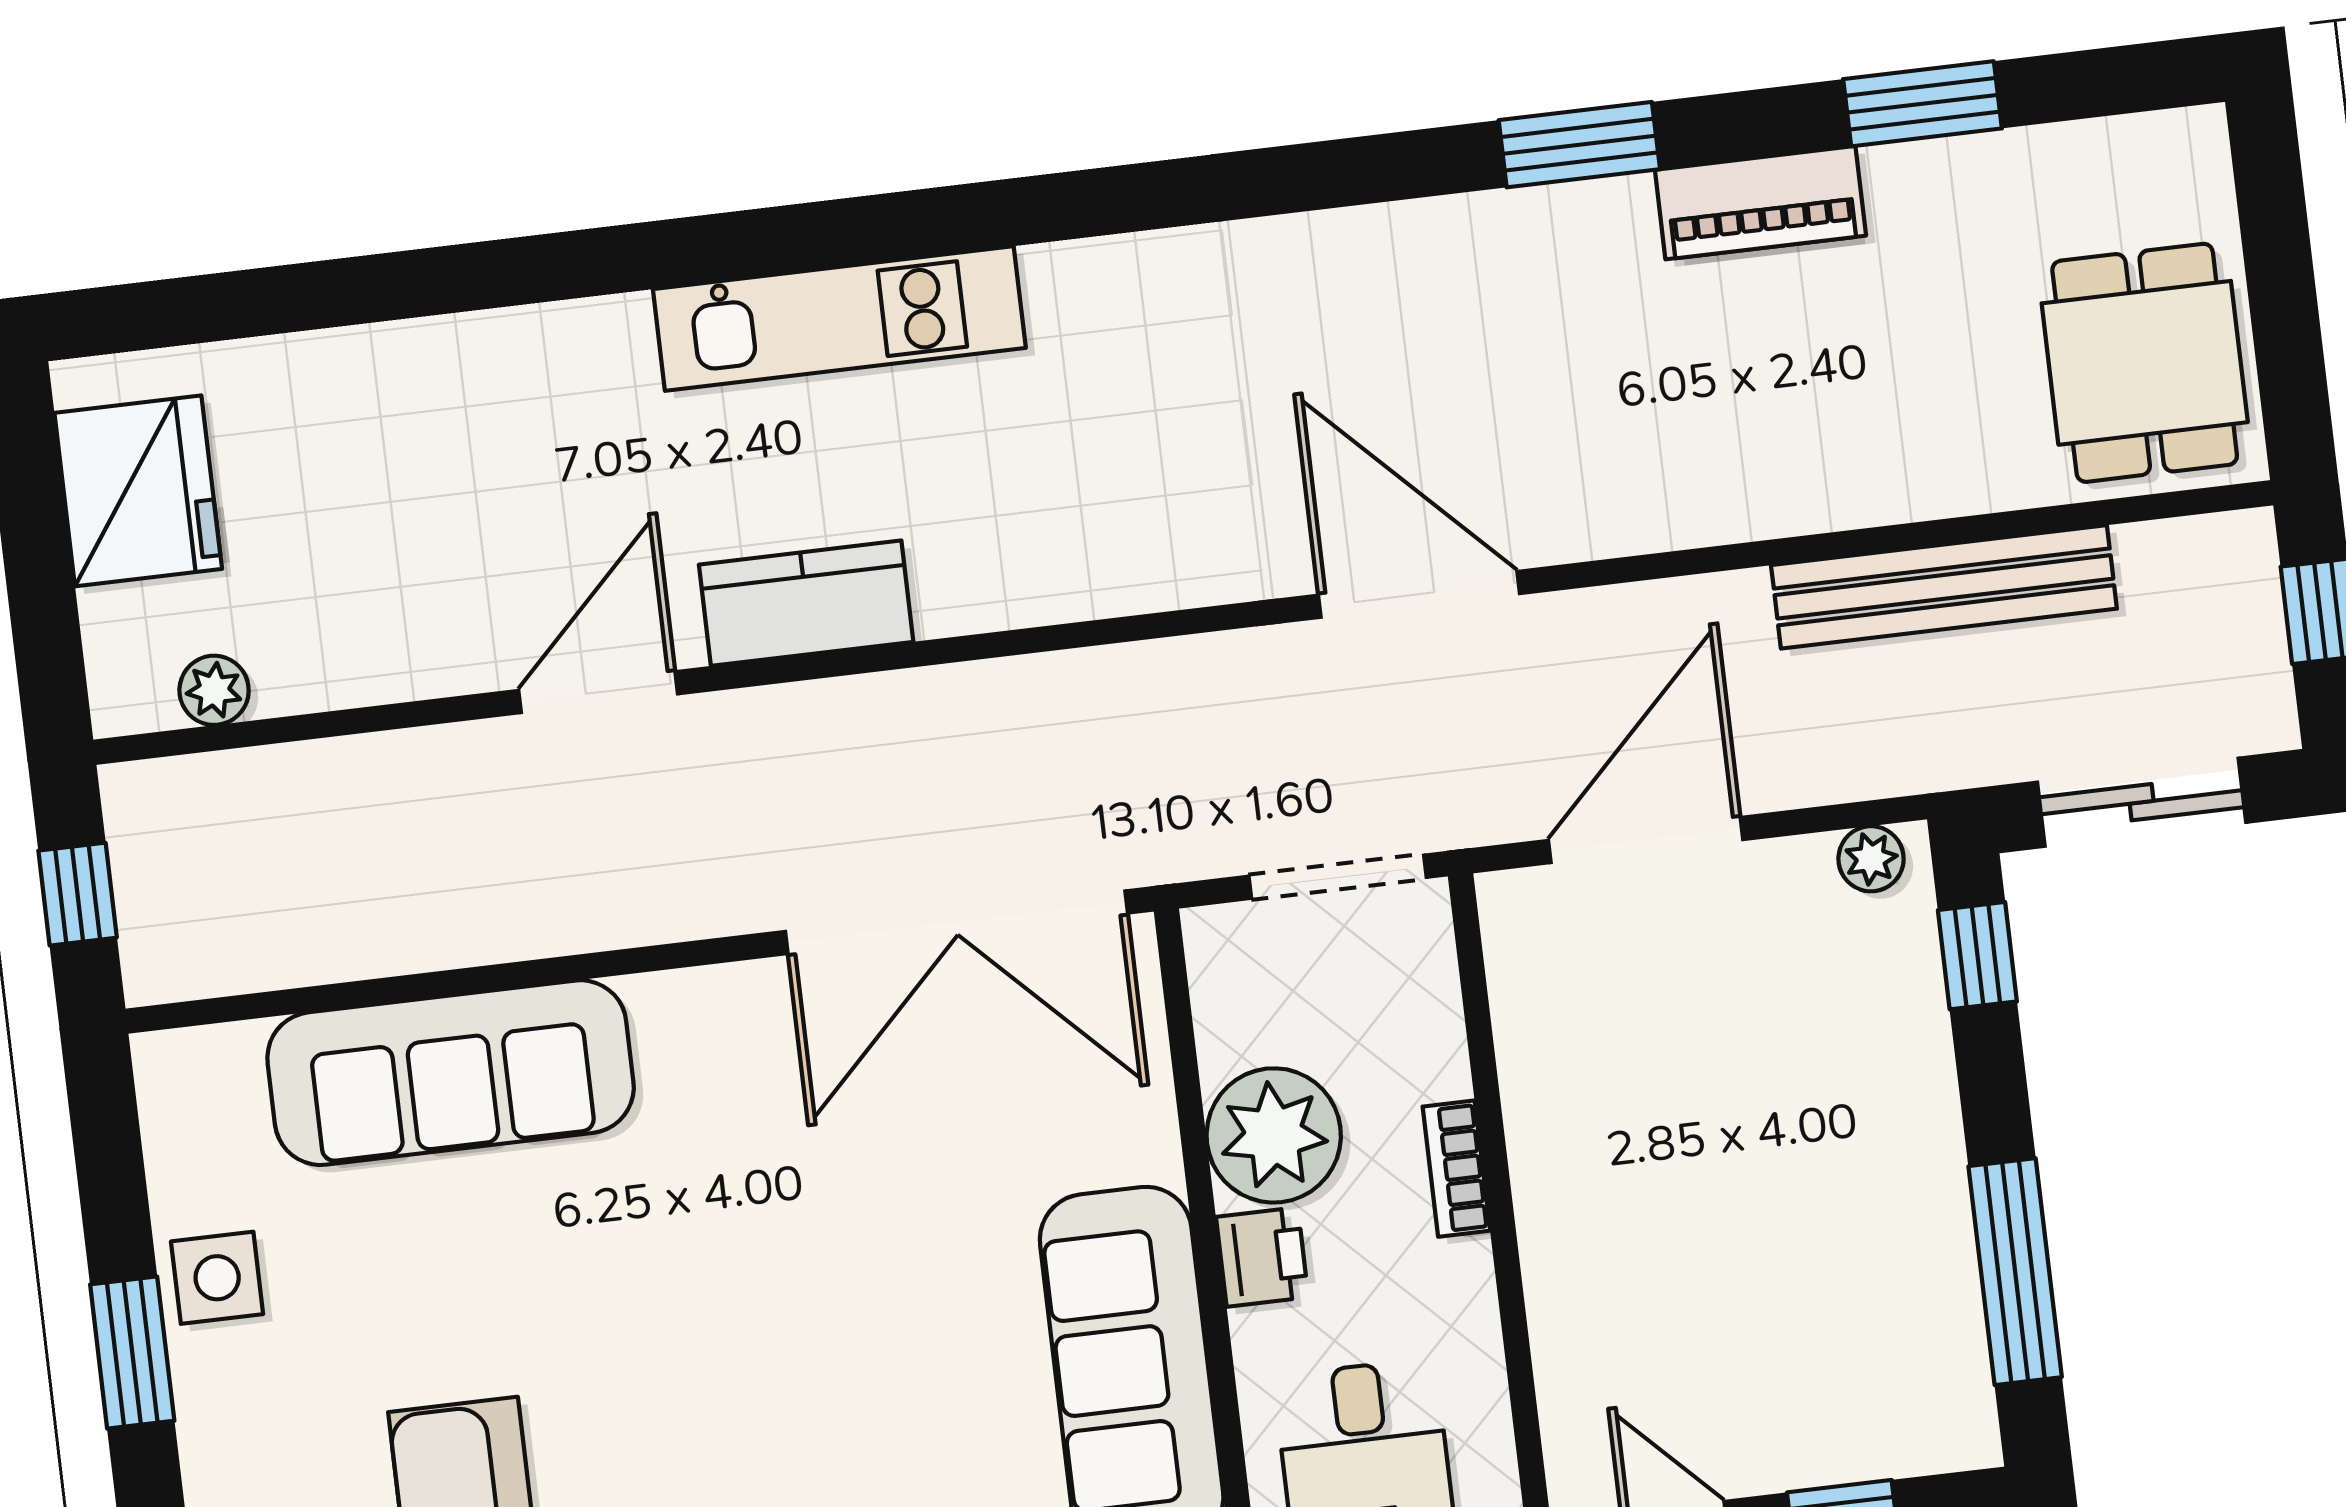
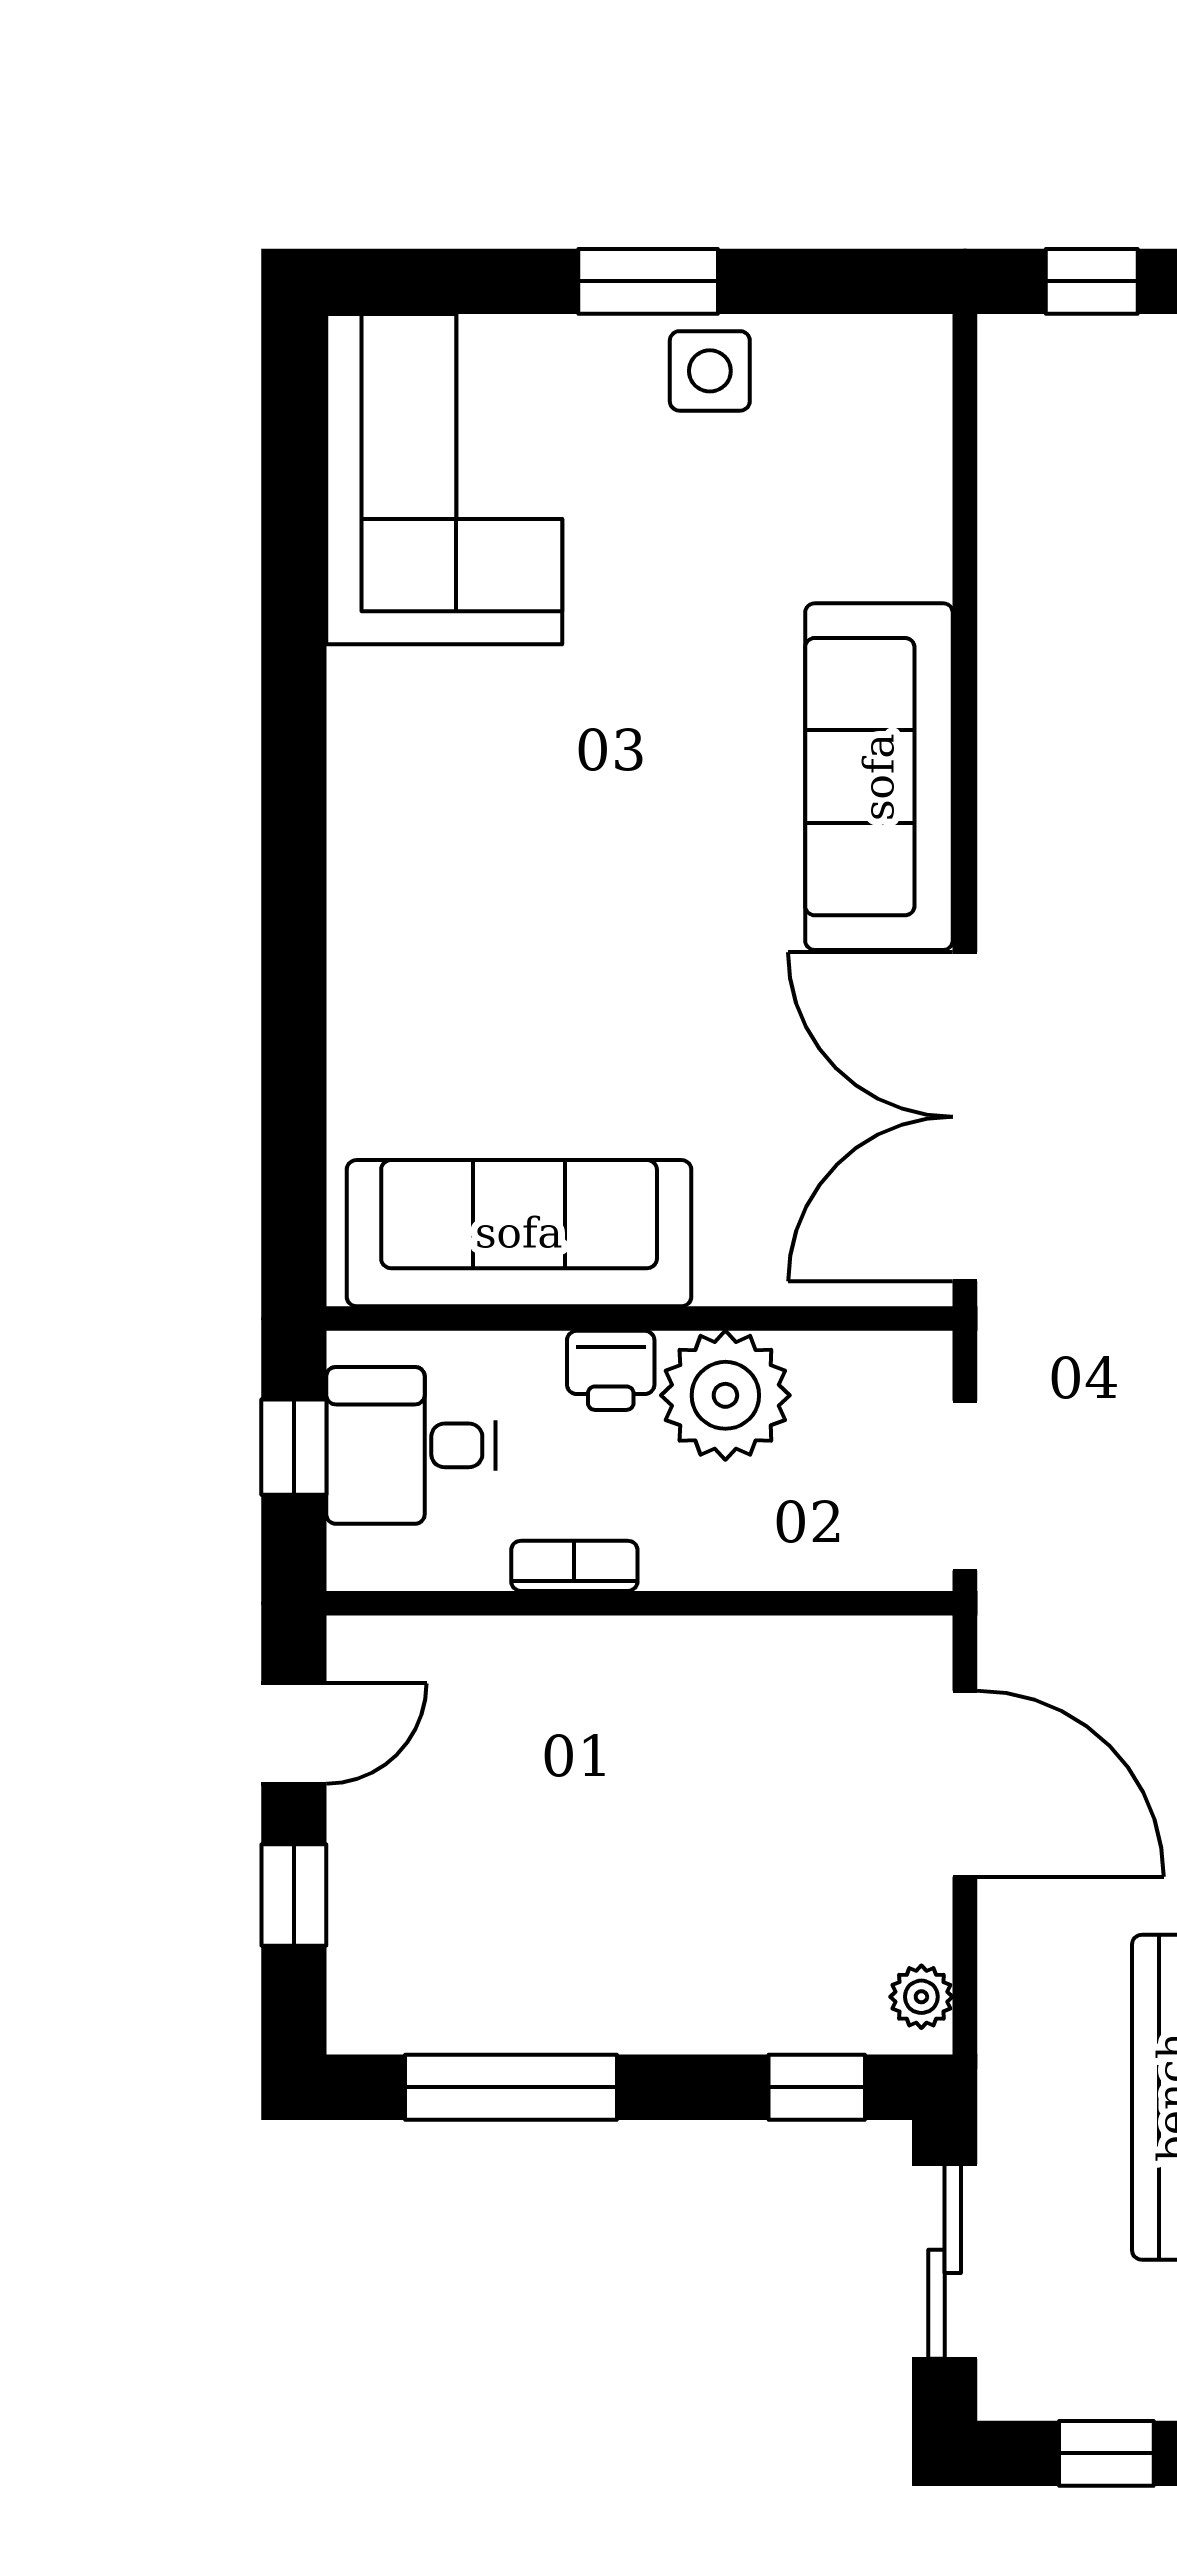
sofa: (451, 1073) -> (879, 777), moved
bookcase: (1456, 1169) -> (574, 1566), moved

